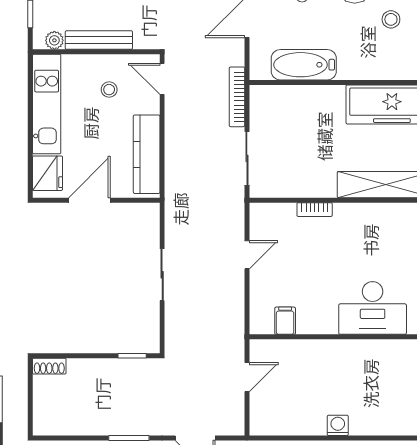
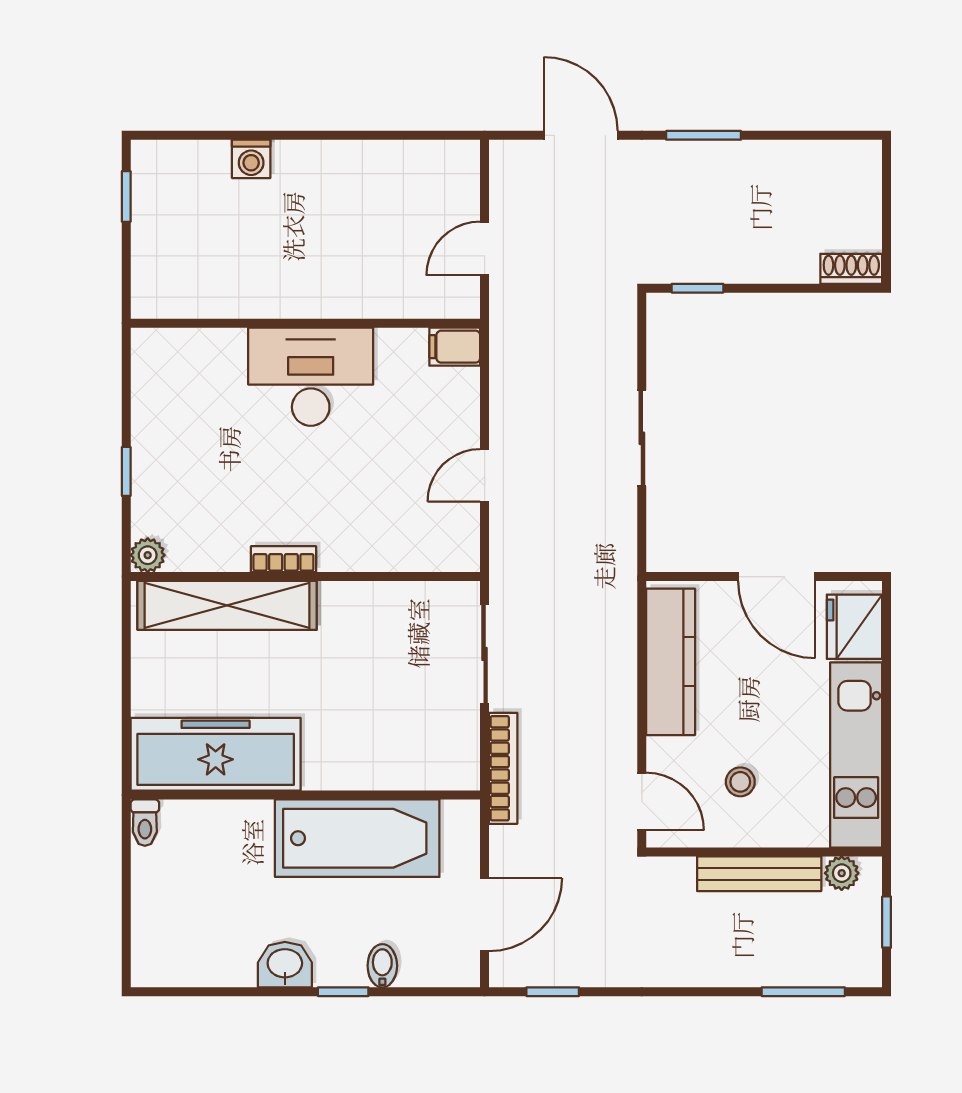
stool: (391, 19) -> (217, 912), removed
bathtub: (304, 65) -> (357, 838), width x1.36, depth x1.36
door: (89, 200) -> (777, 577), hinge flipped
bookcase: (315, 210) -> (283, 559), moved
desk: (373, 308) -> (311, 377), moved
filing cabinet: (285, 321) -> (455, 347), moved, turned 90
washing machine: (338, 425) -> (251, 159), moved

